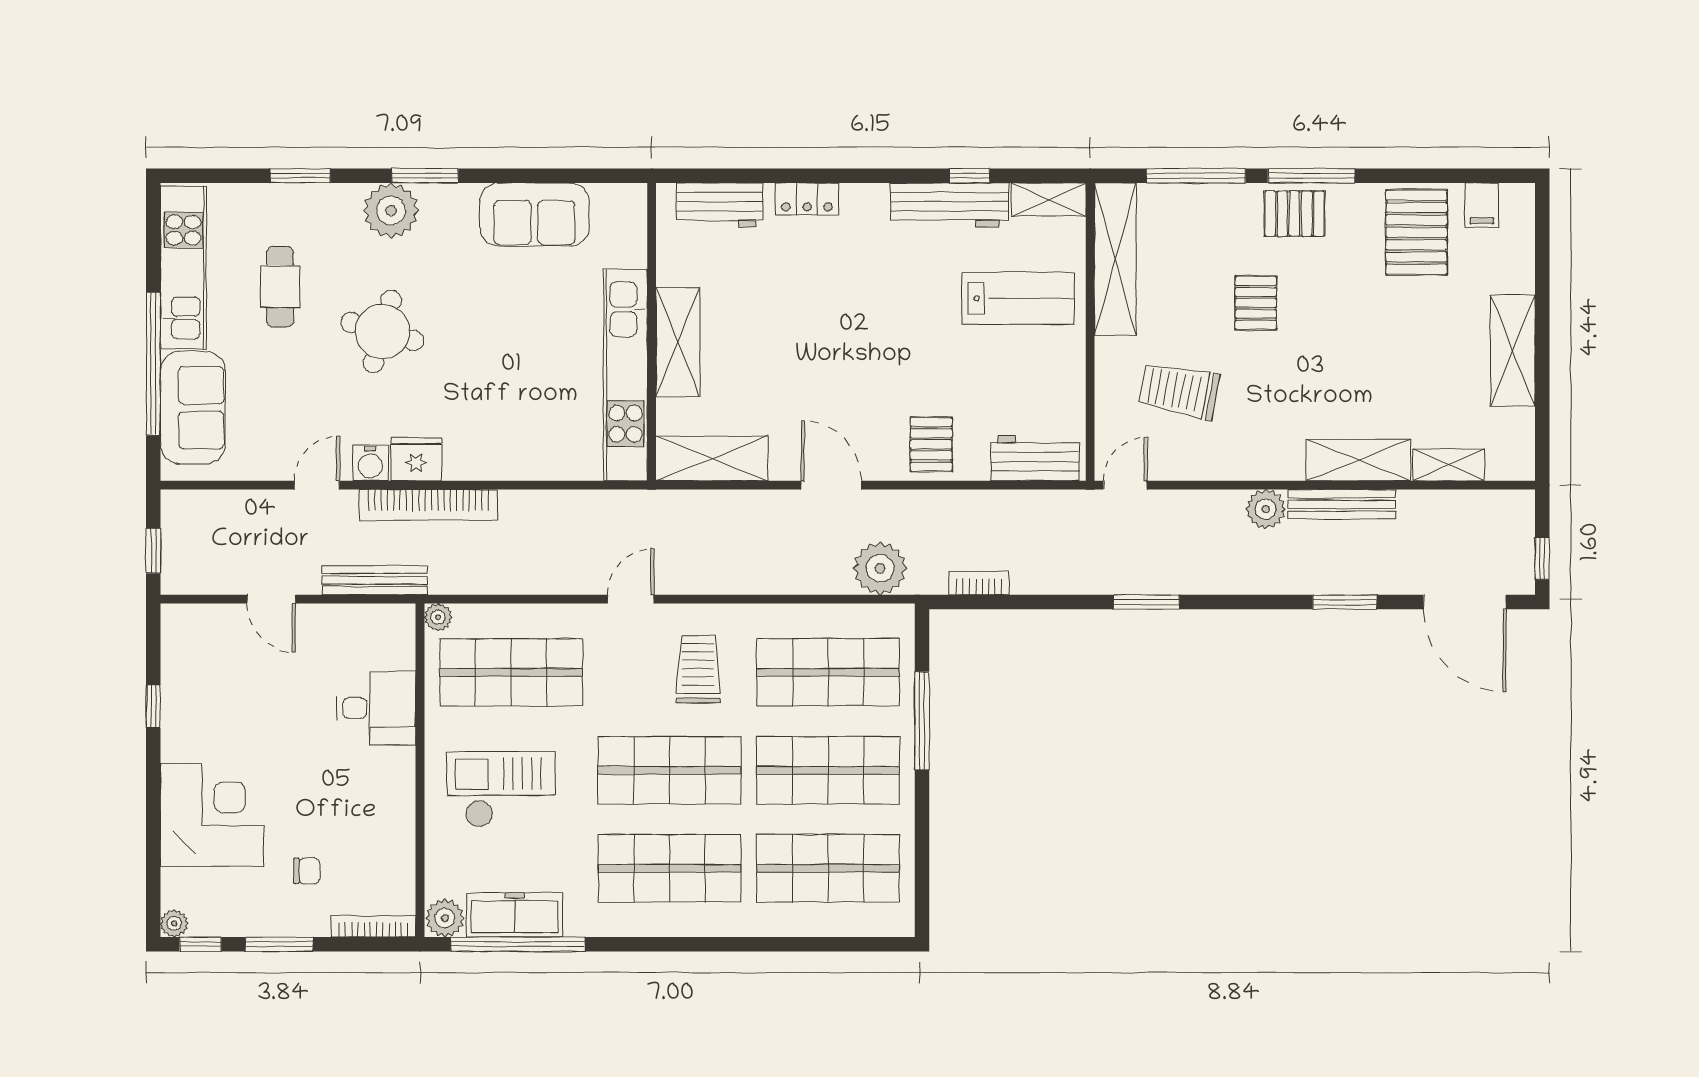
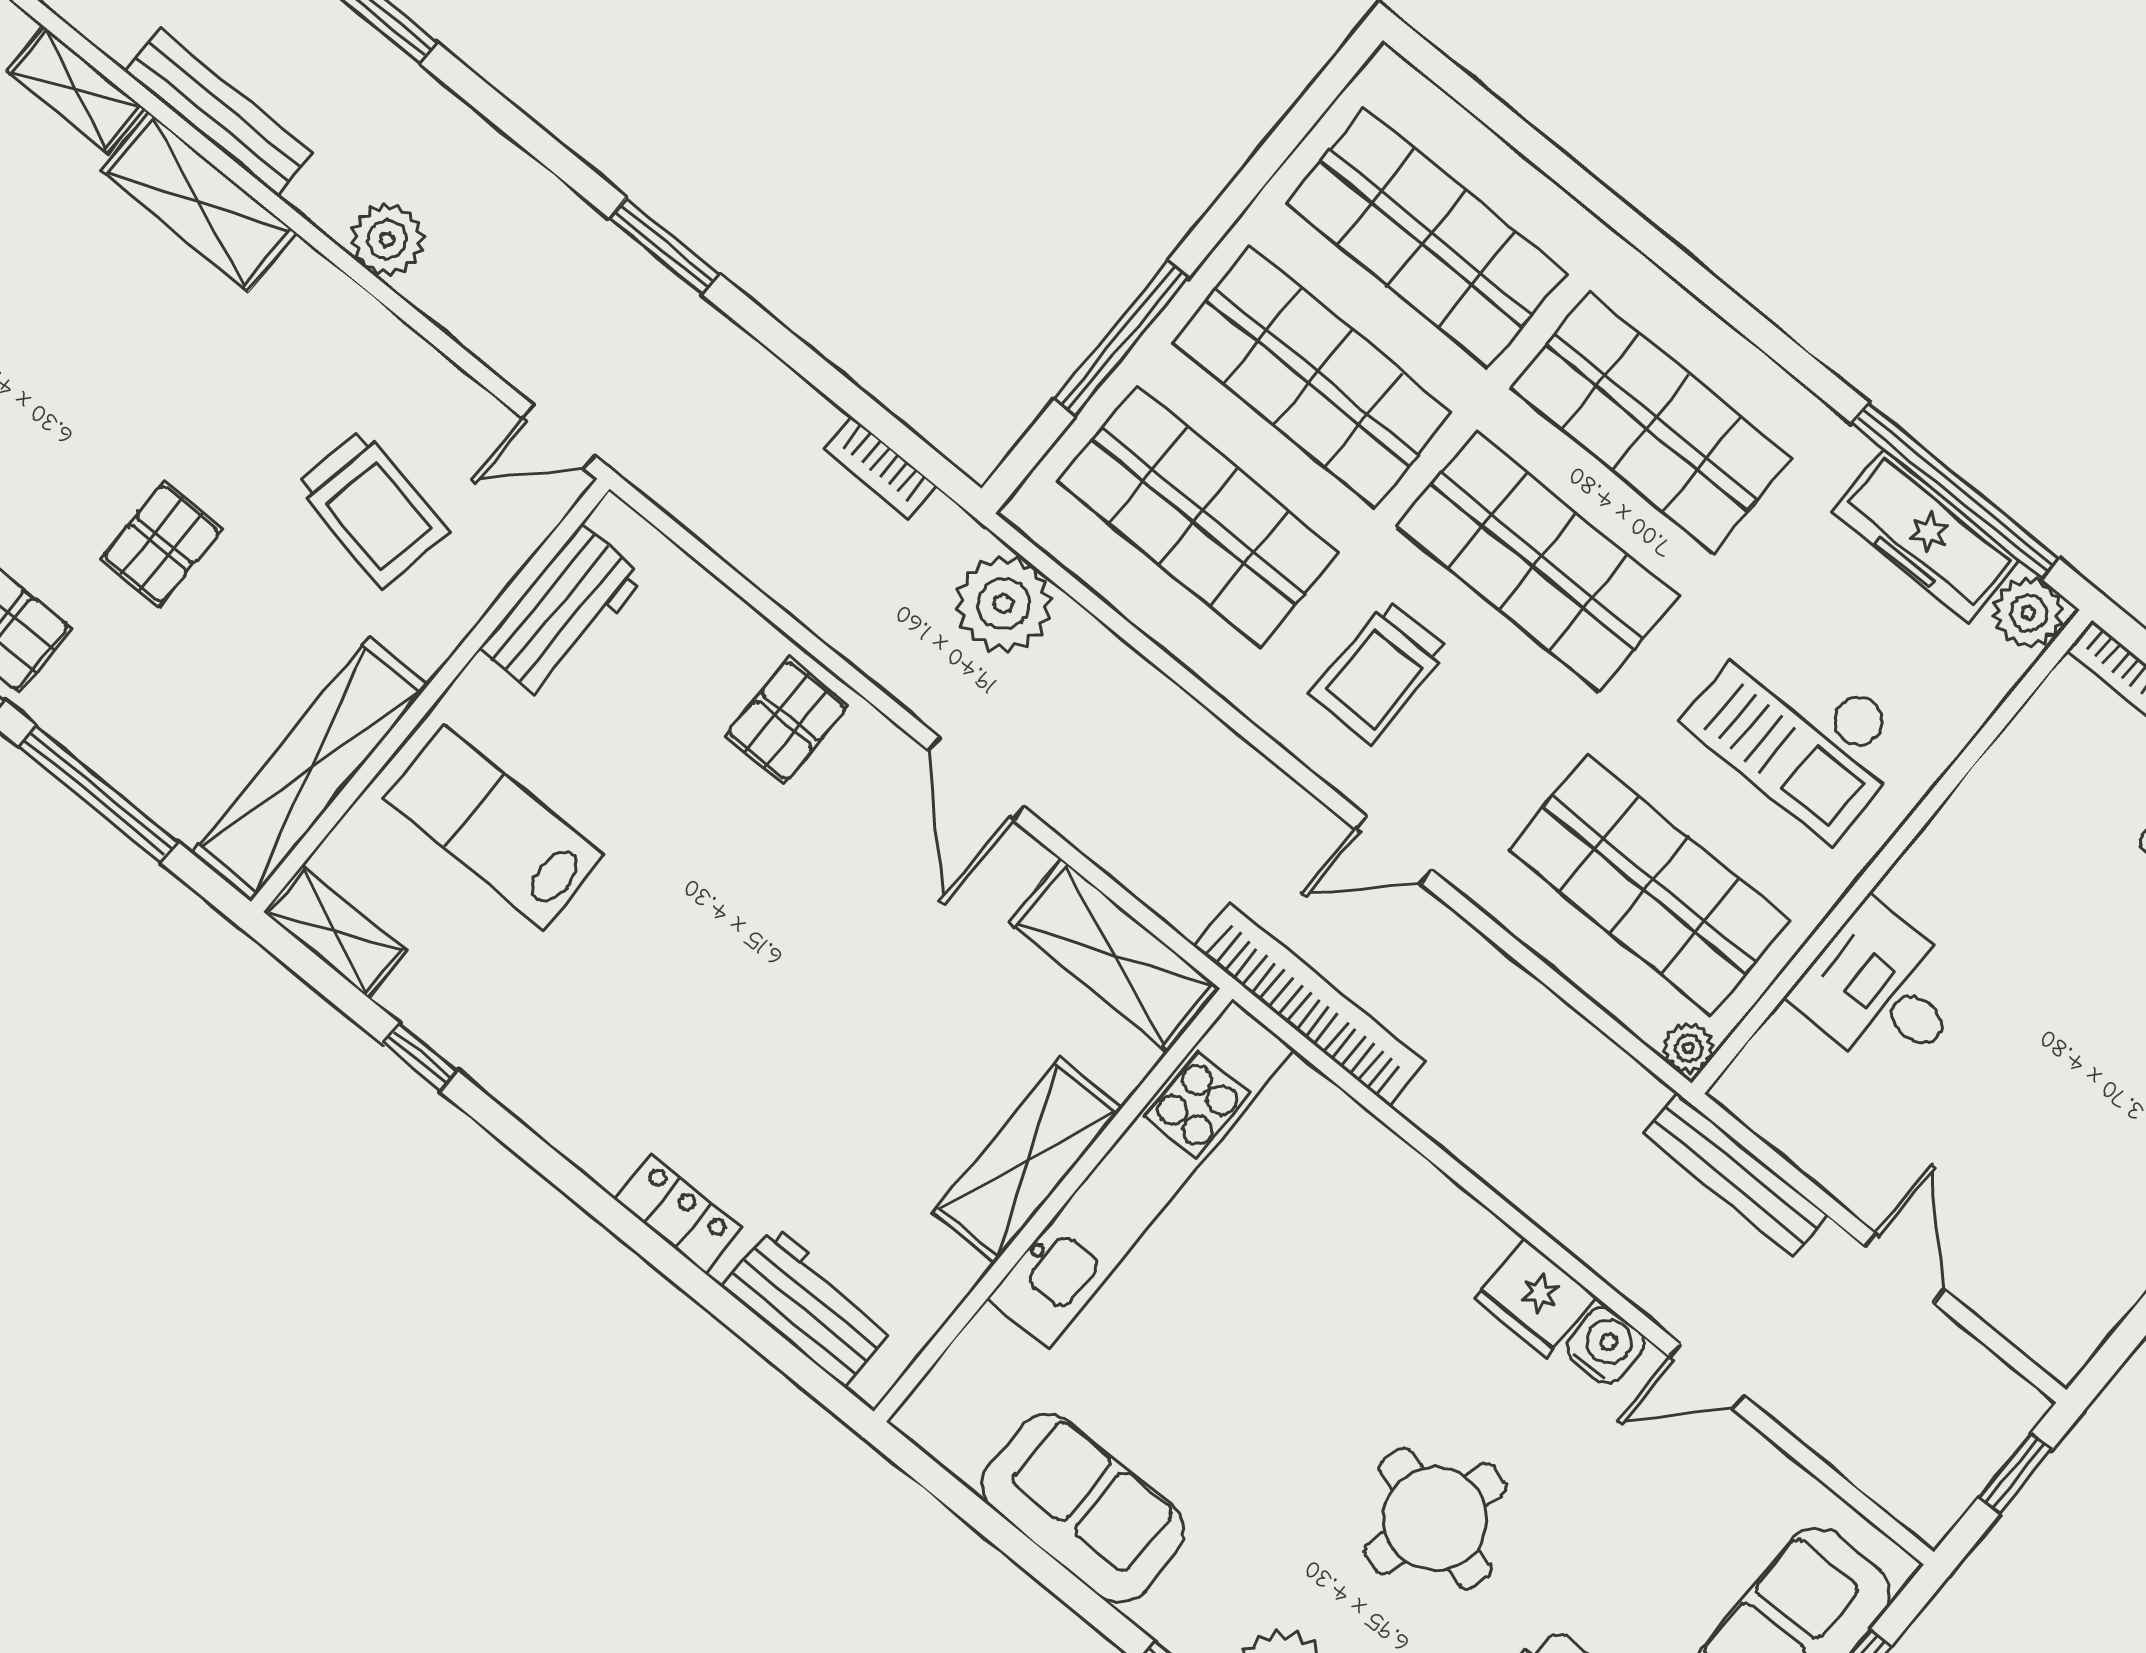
workbench: (950, 205) -> (482, 1039), removed
workbench: (1035, 458) -> (562, 613), moved, turned -90
bench: (1342, 504) -> (218, 113), moved
bookcase: (428, 505) -> (1309, 1004), moved

